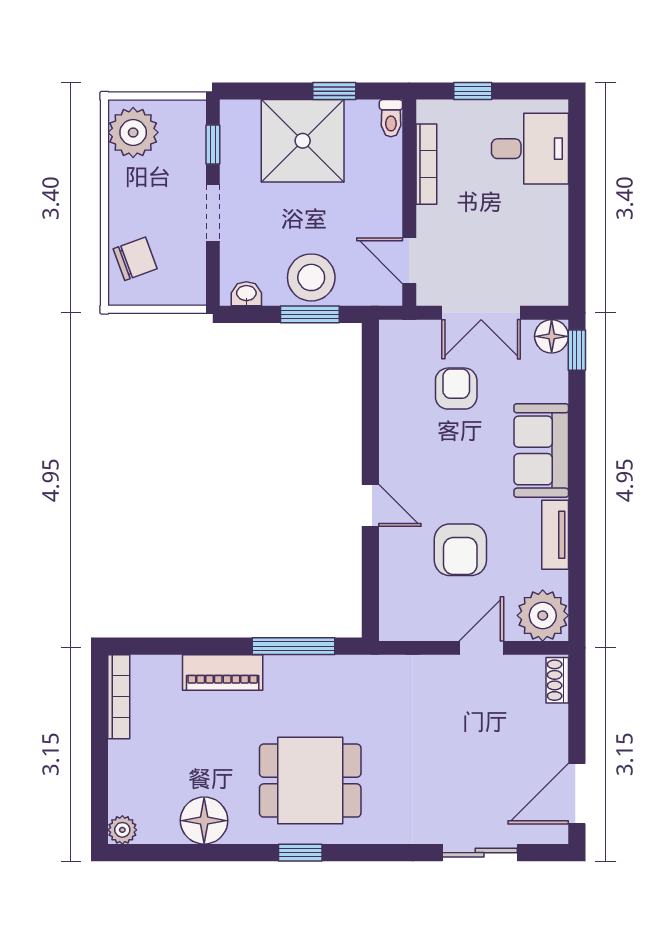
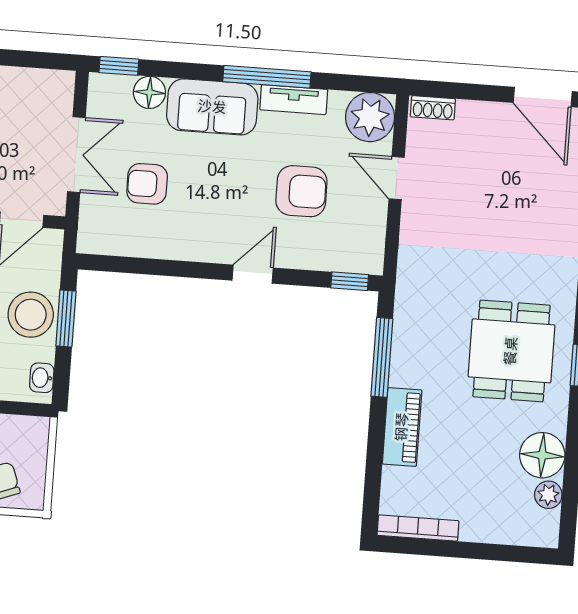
floor lamp: (552, 336) -> (149, 92), moved
window: (577, 505) -> (267, 77), added
window: (370, 607) -> (350, 281), added
plant: (122, 830) -> (548, 495), moved

